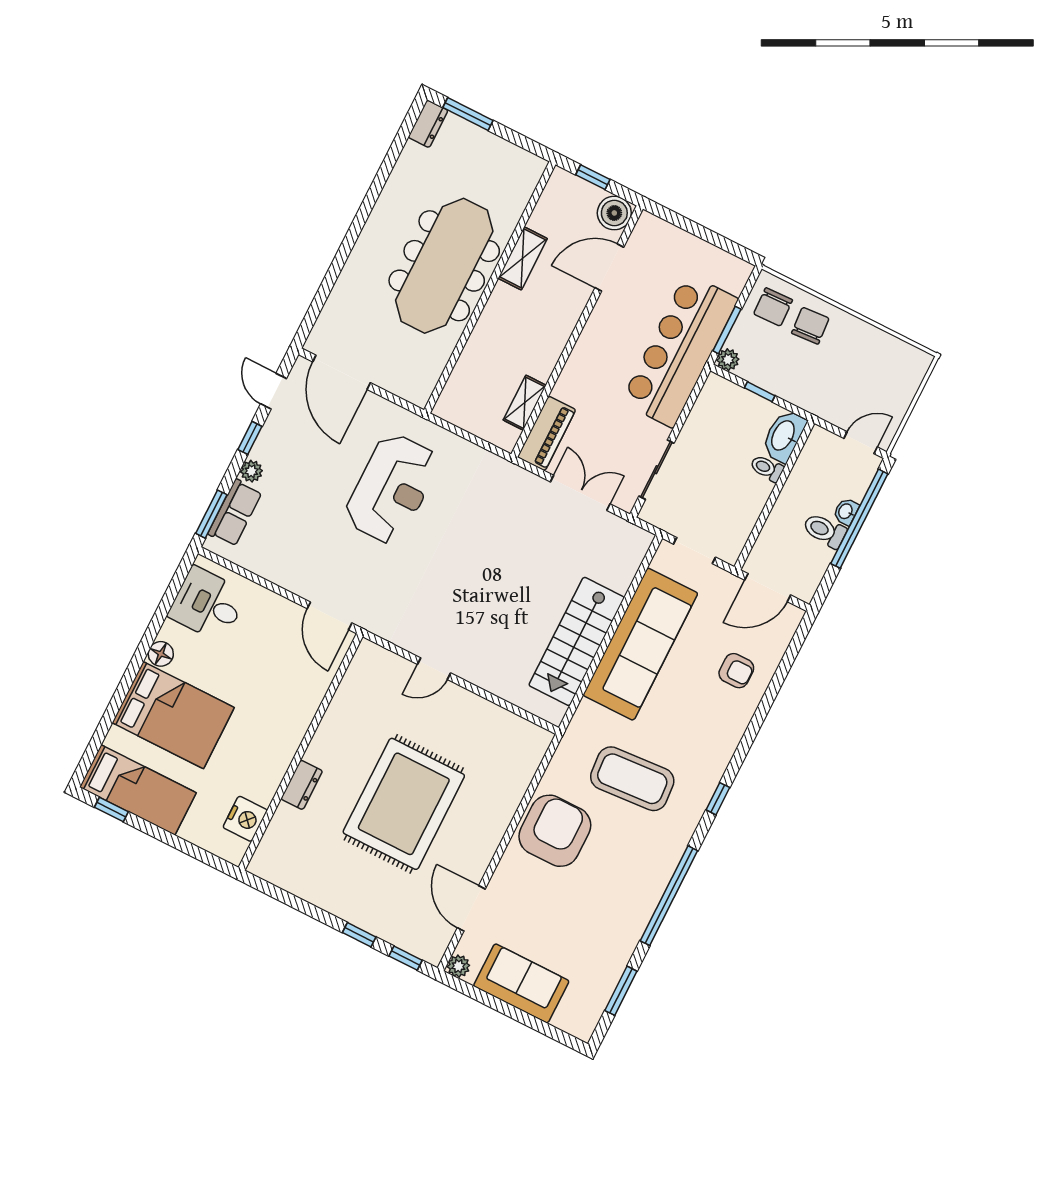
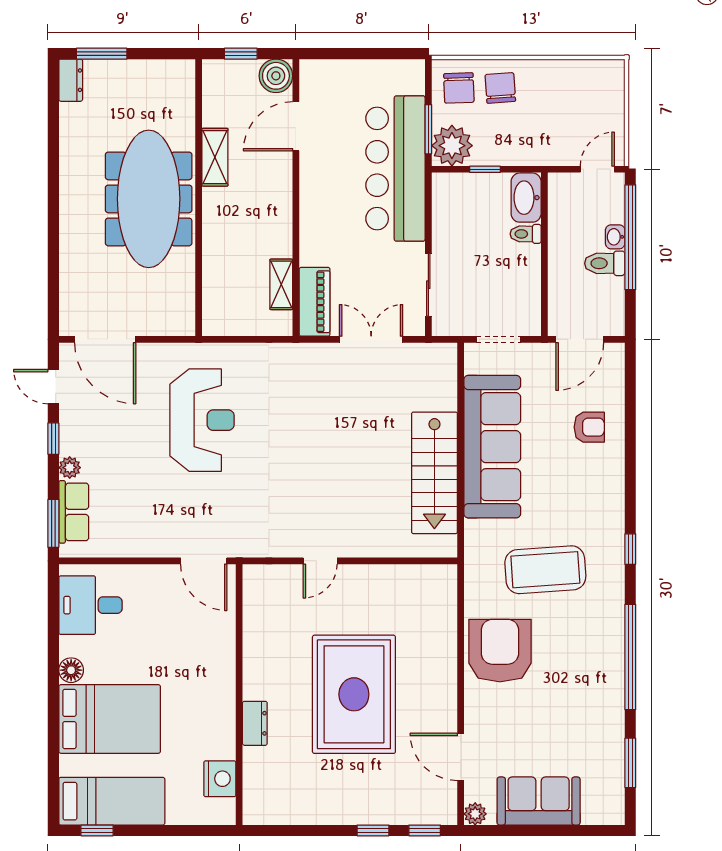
plant: (728, 360) -> (452, 146), width x1.87, depth x1.87

